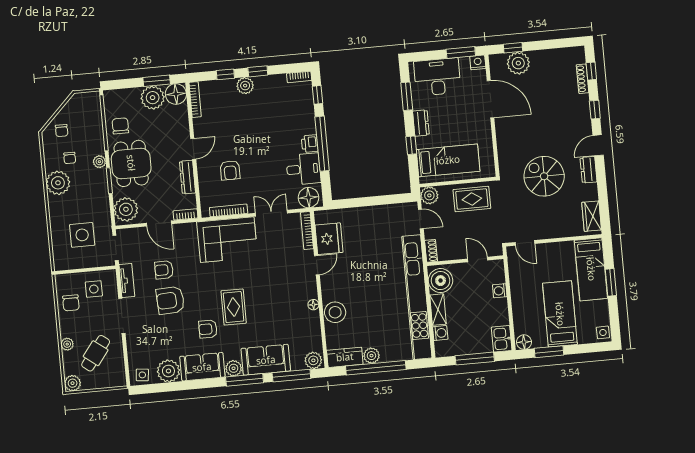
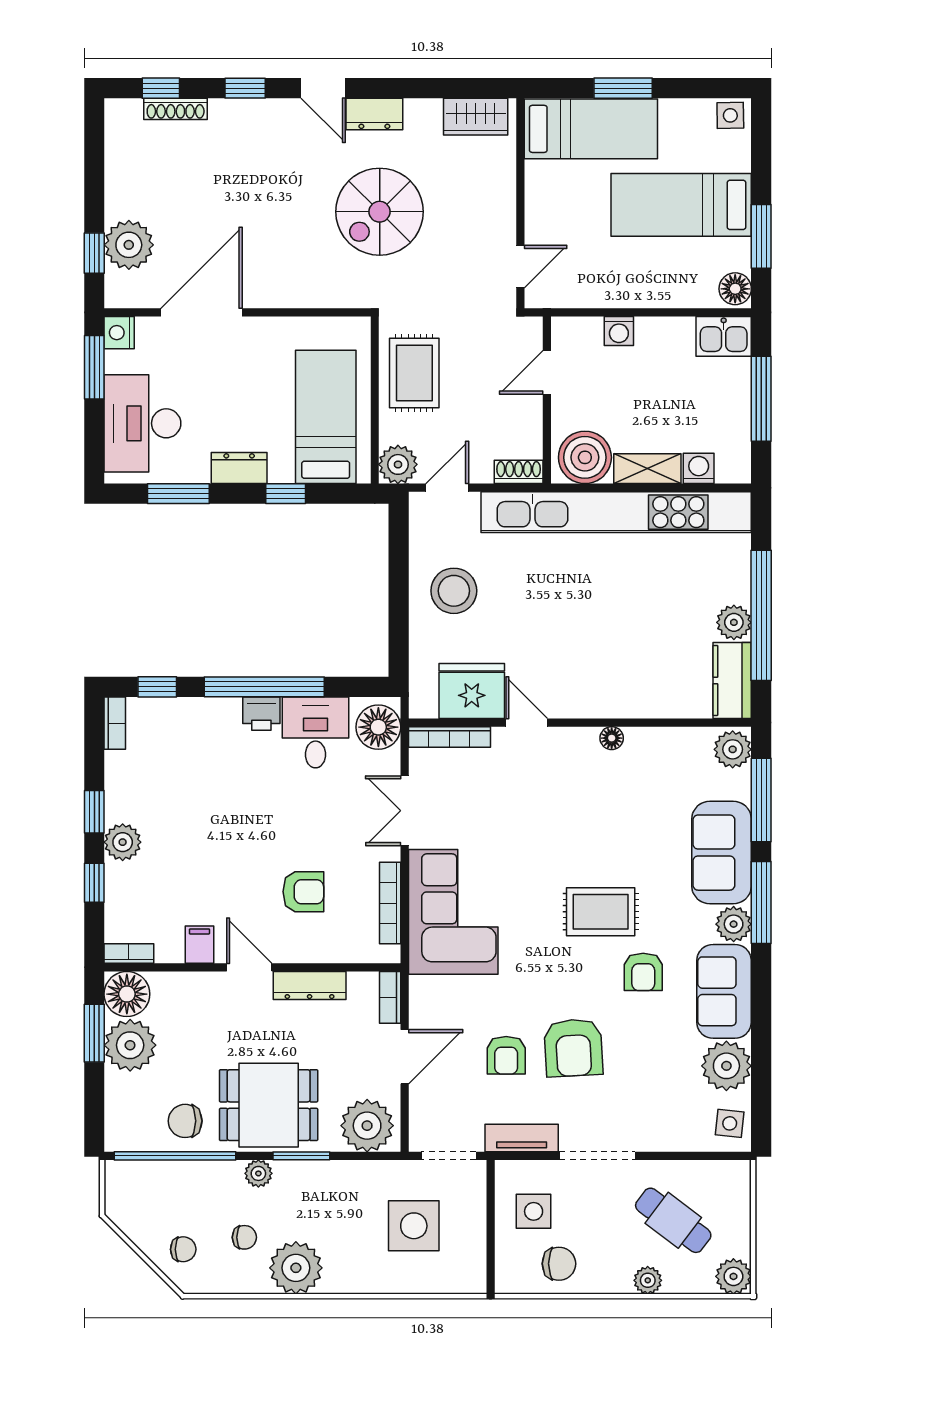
bookcase: (195, 100) -> (129, 953), width x0.64
filing cabinet: (202, 125) -> (199, 945), added
stool: (335, 312) -> (454, 591), moved

